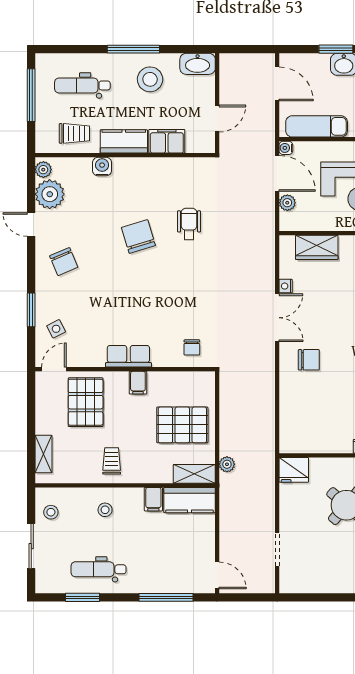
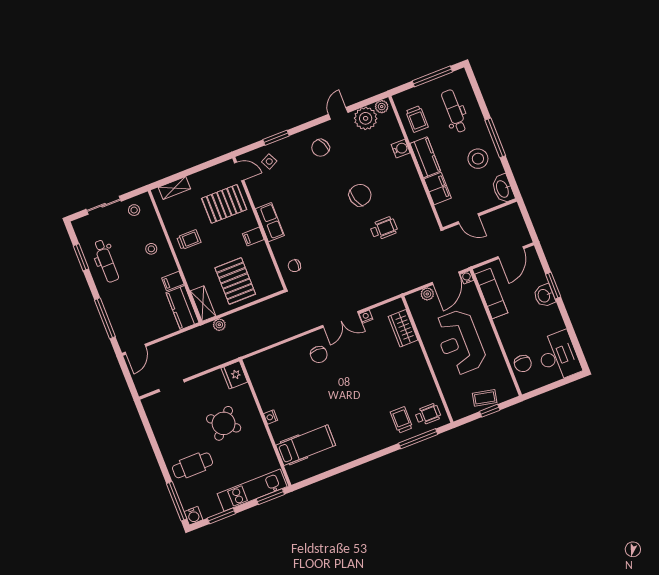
dental chair: (99, 569) -> (106, 261), turned 180

